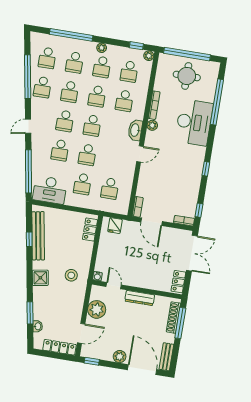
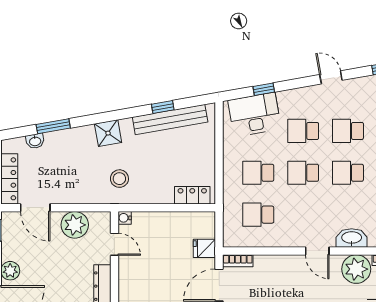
plant: (152, 125) -> (356, 269), width x1.87, depth x1.87
window: (29, 171) -> (264, 89), width x0.32
desk: (50, 190) -> (254, 115), moved, turned 80
fridge: (115, 226) -> (204, 248), moved
door: (114, 286) -> (114, 244), hinge flipped

